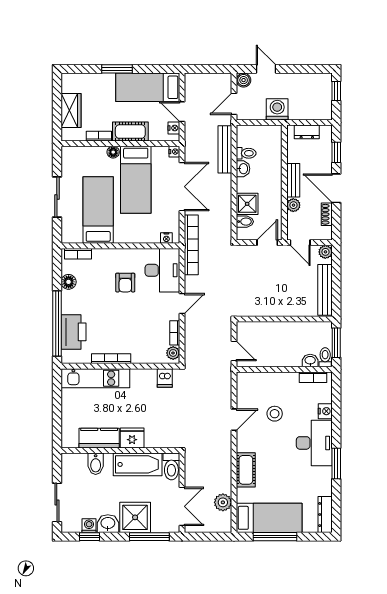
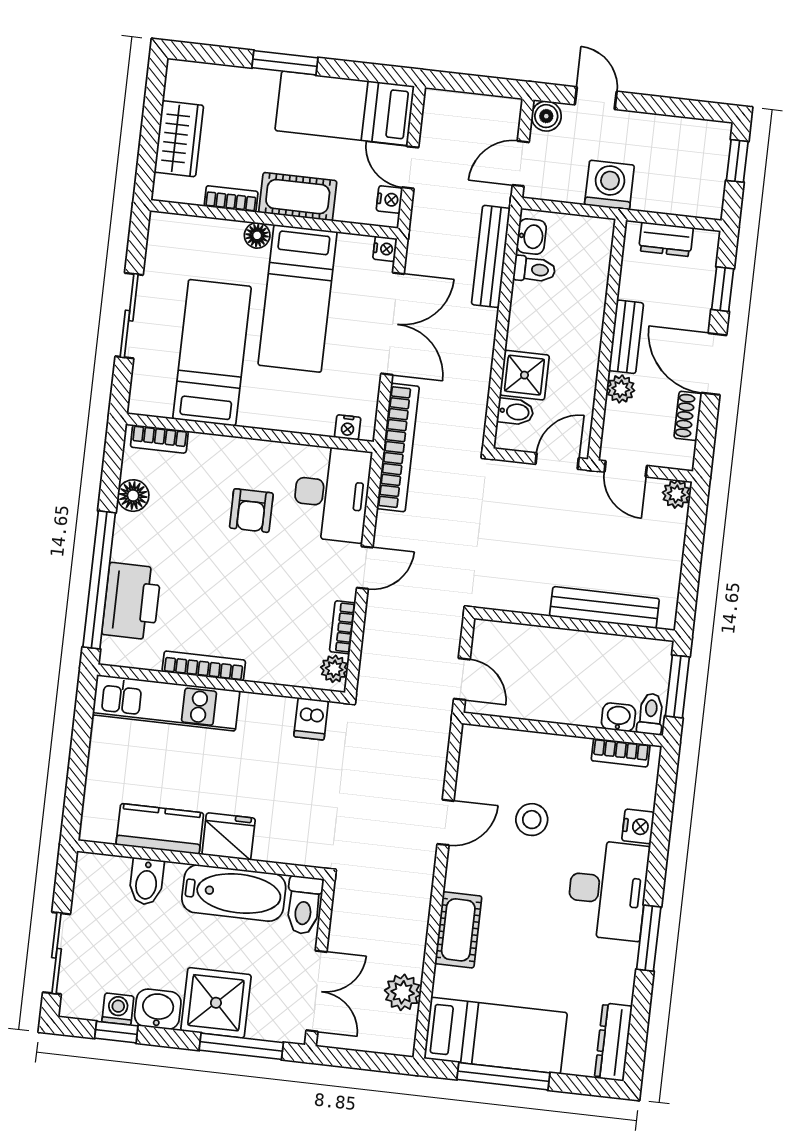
washbasin: (243, 169) -> (531, 236), moved
bench: (325, 290) -> (604, 607), moved, turned 90

